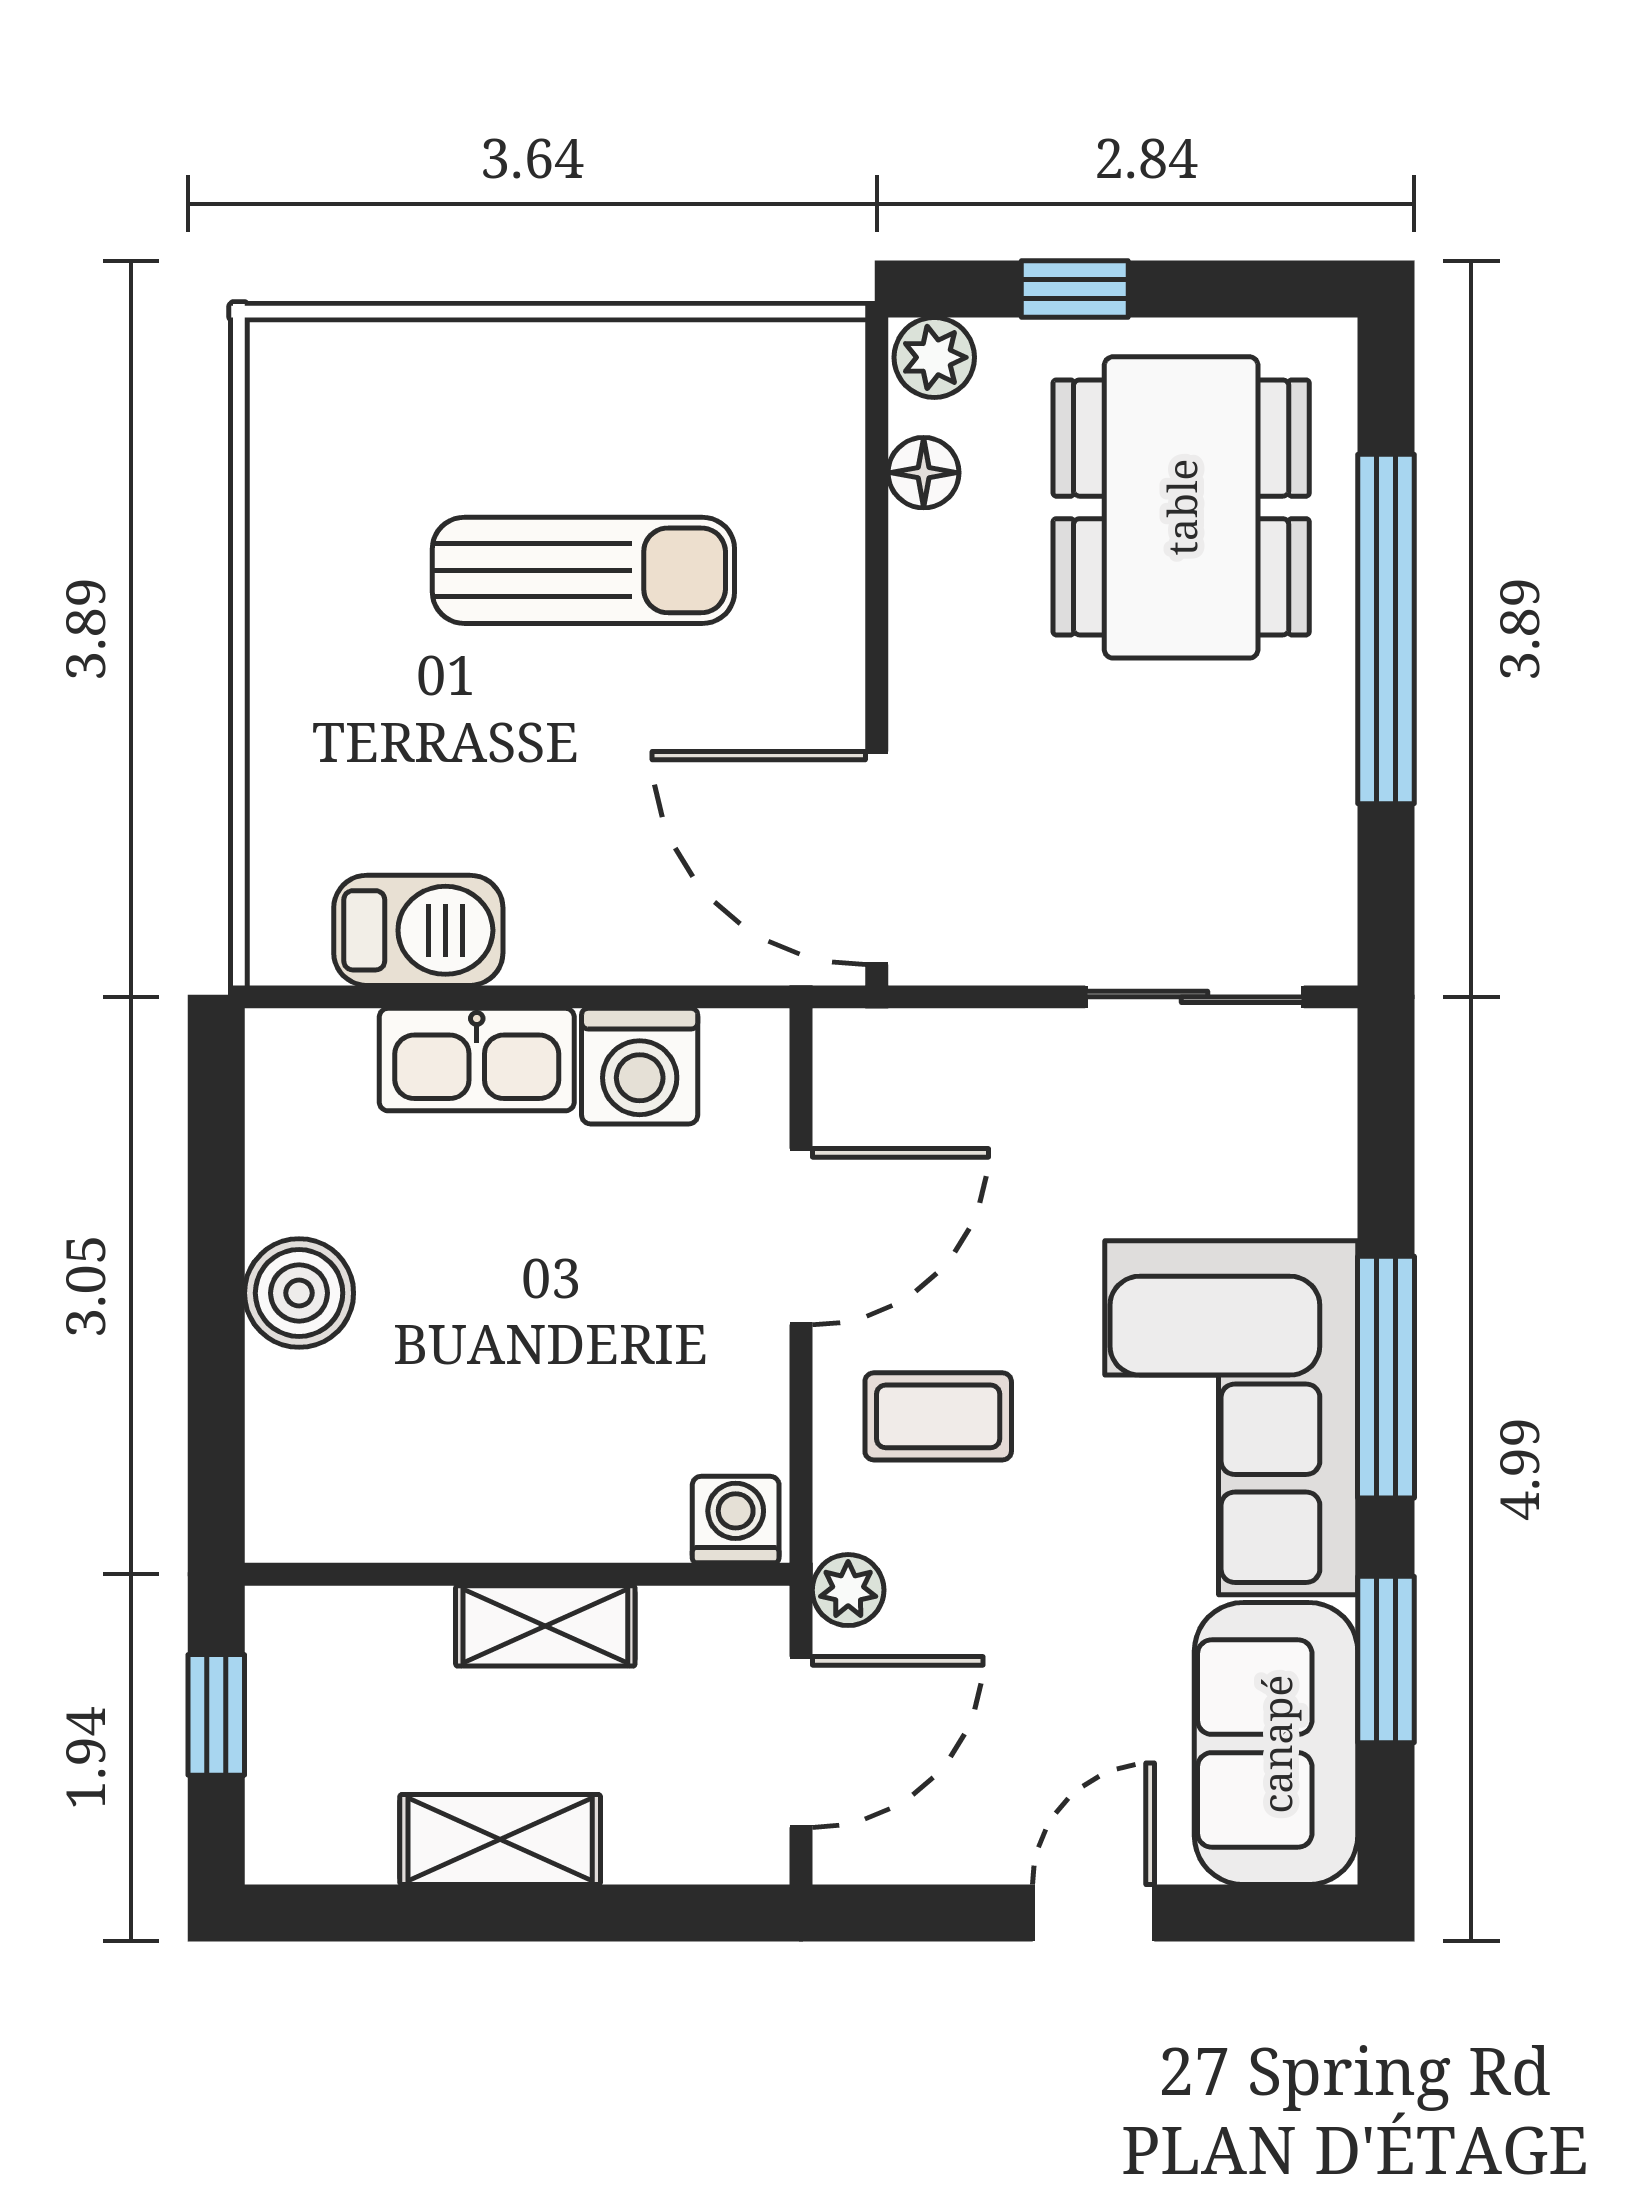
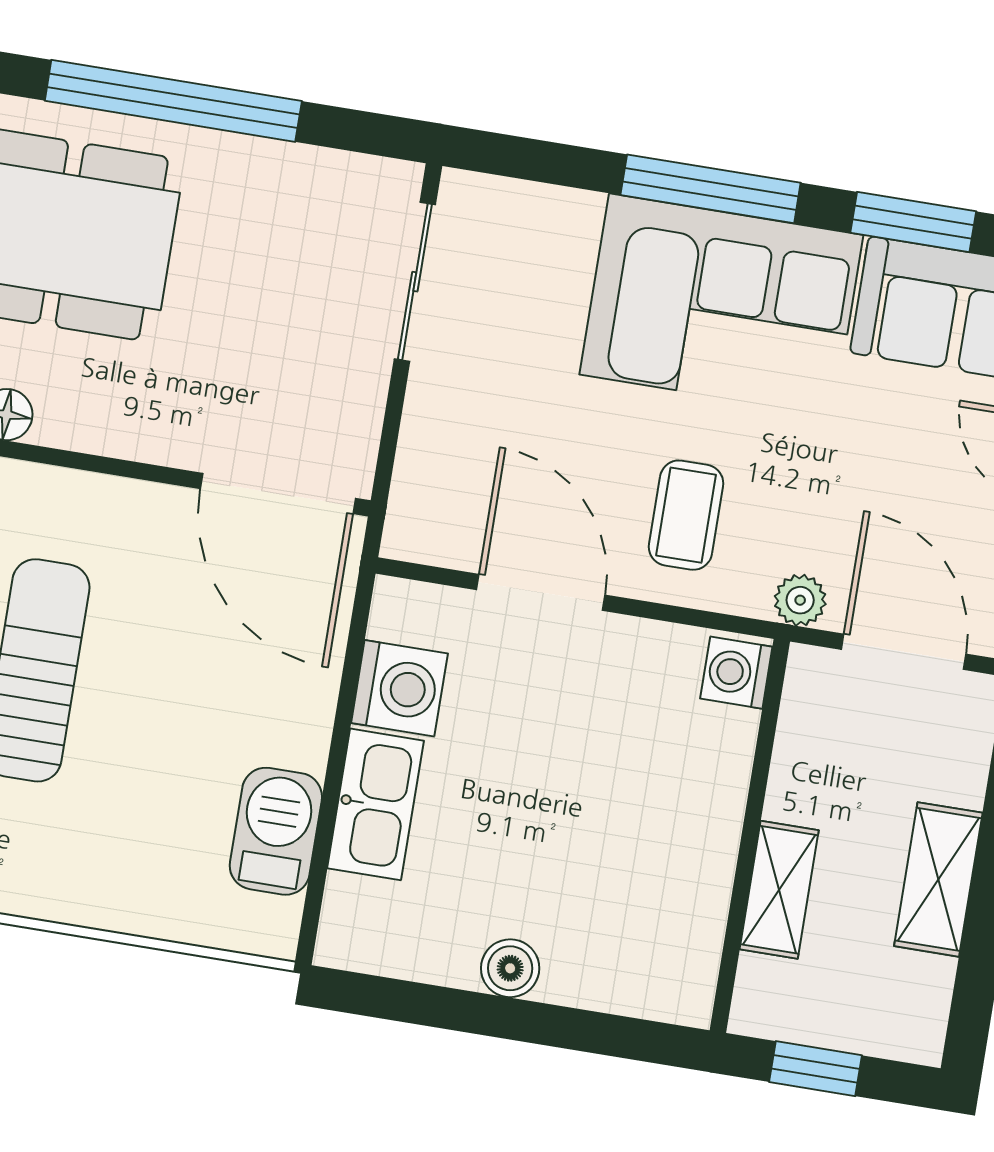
door: (877, 858) -> (278, 493), hinge flipped
boiler: (299, 1293) -> (510, 968), width x0.73, depth x0.73
shelving: (545, 1626) -> (779, 890), moved

